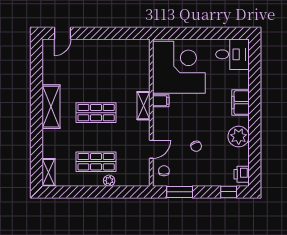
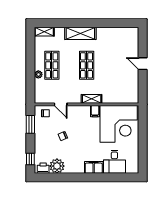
door: (62, 33) -> (143, 64), moved
desk: (232, 54) -> (114, 162), moved
shelving: (51, 107) -> (80, 33), moved
plant: (239, 137) -> (57, 166), moved

